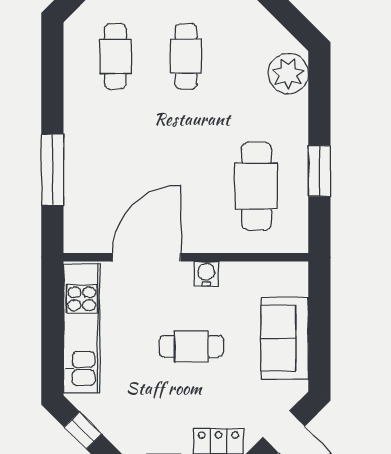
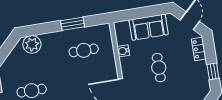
cafe table: (256, 186) -> (84, 50), width x0.73, depth x0.74
water cooler: (206, 274) -> (123, 51), moved

